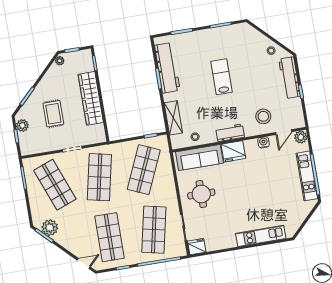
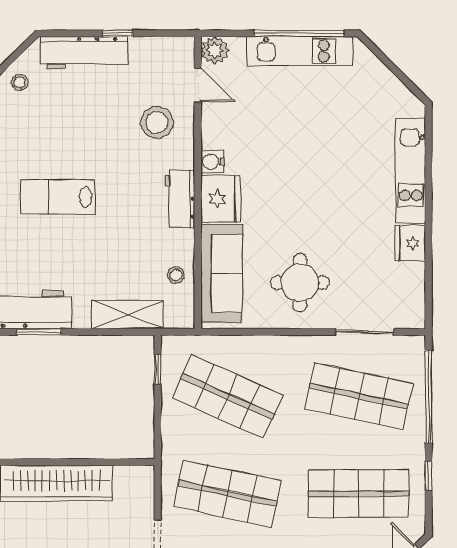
water cooler: (264, 142) -> (212, 162), moved
fridge: (197, 247) -> (410, 243), moved

